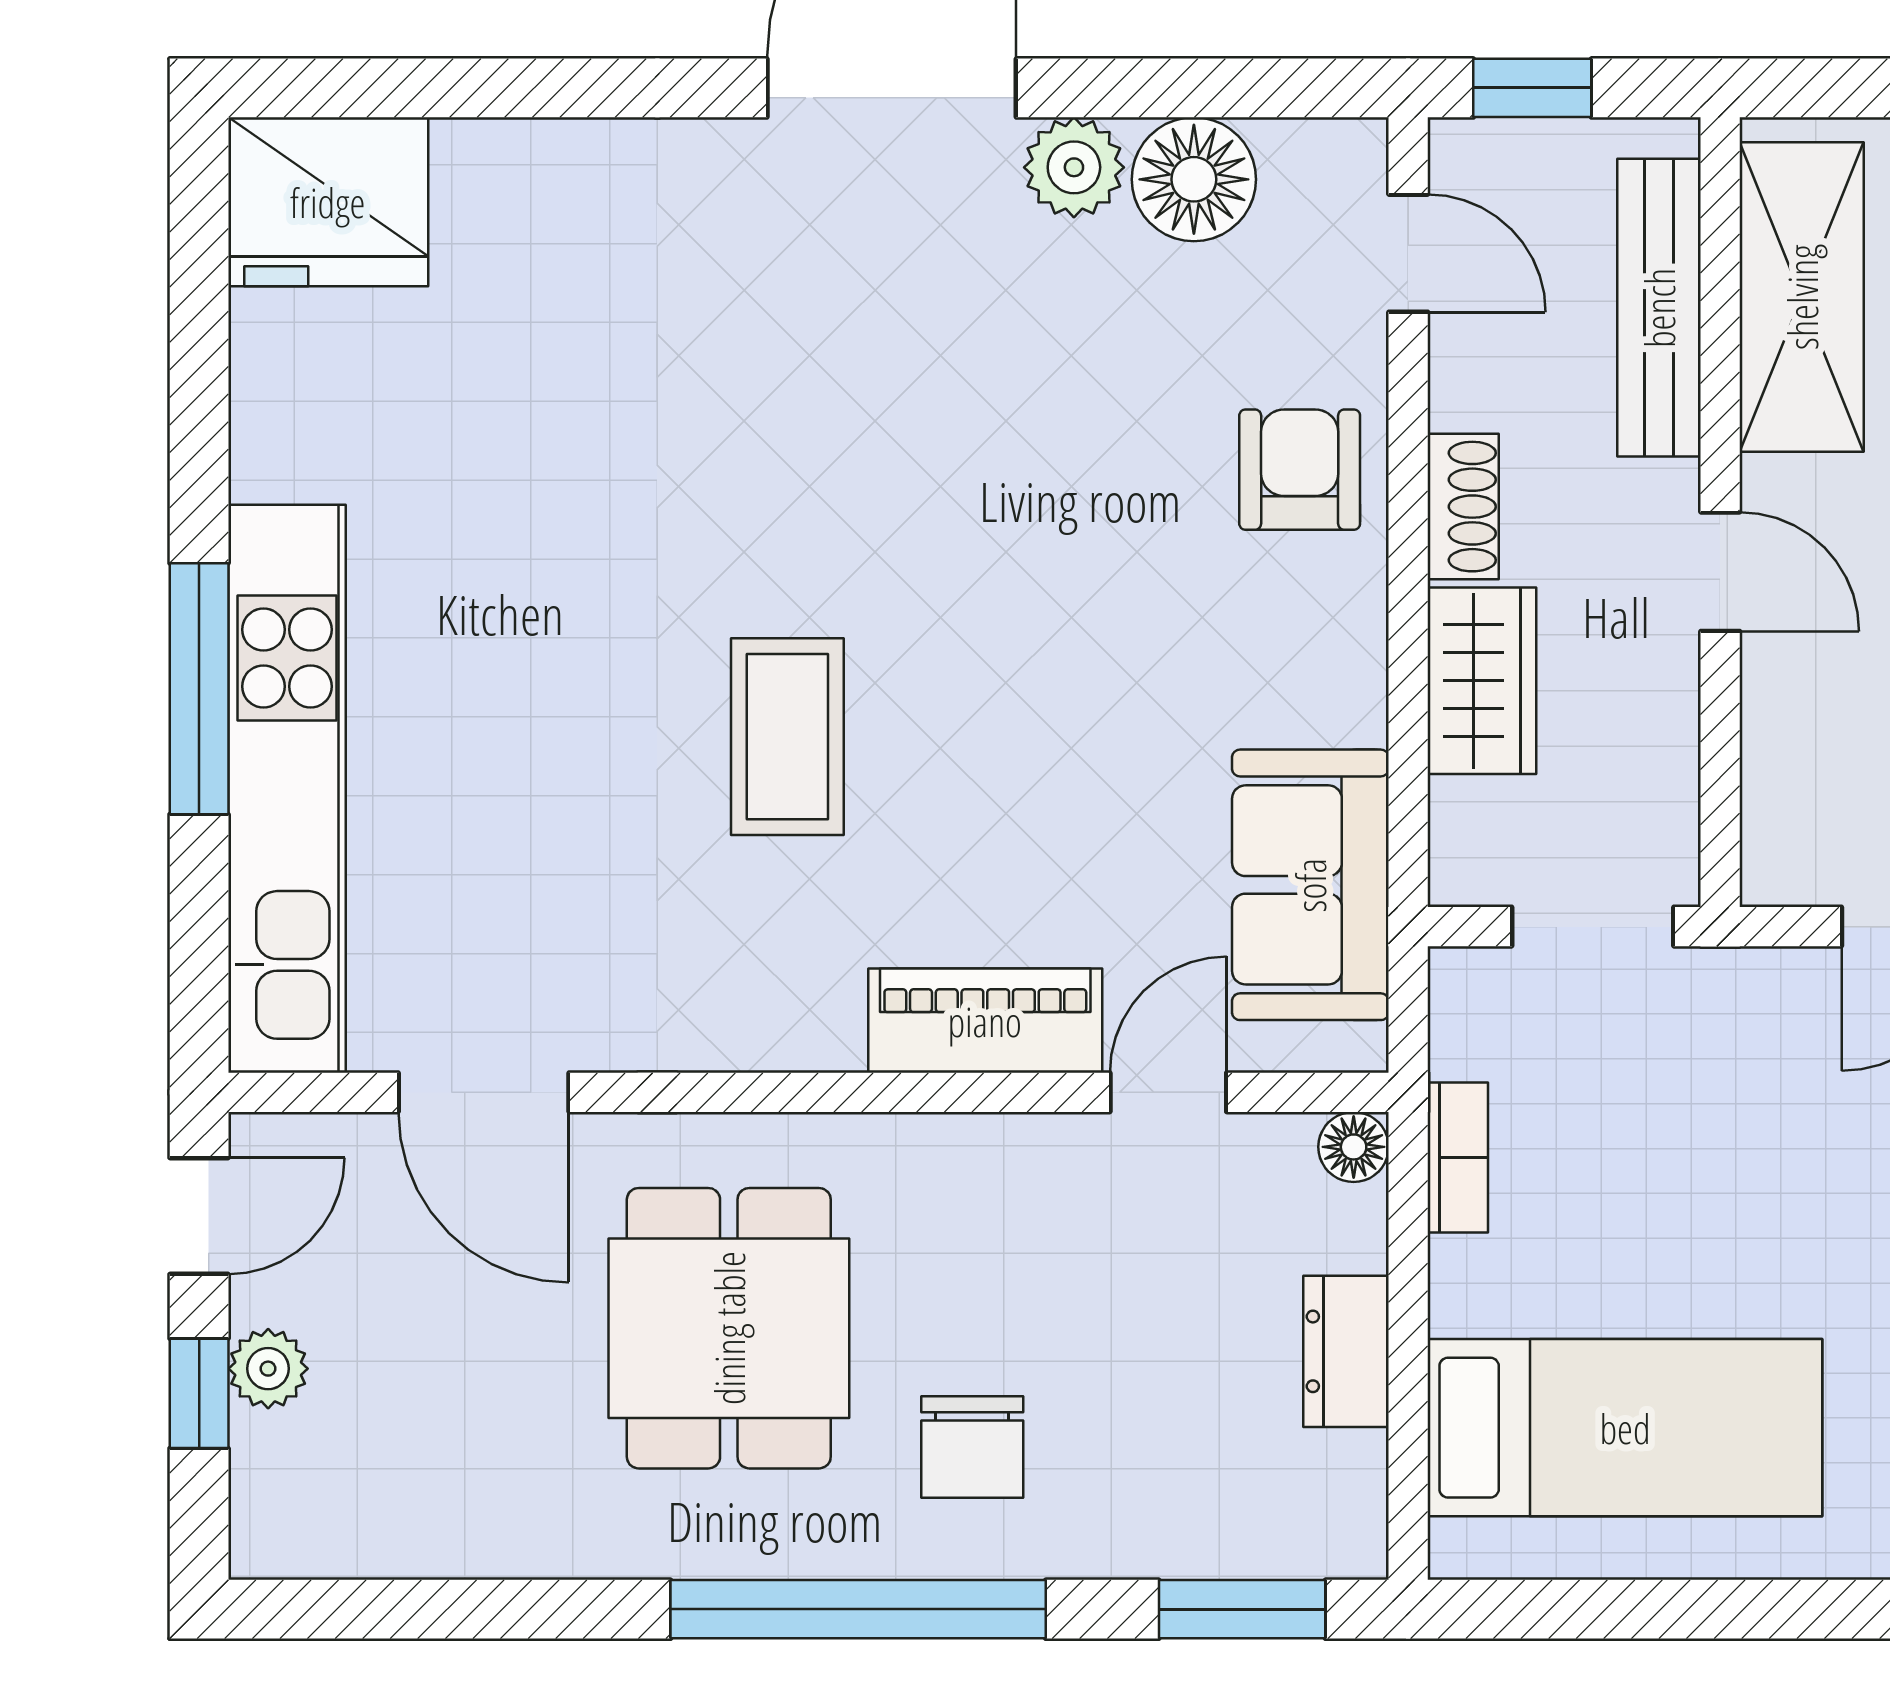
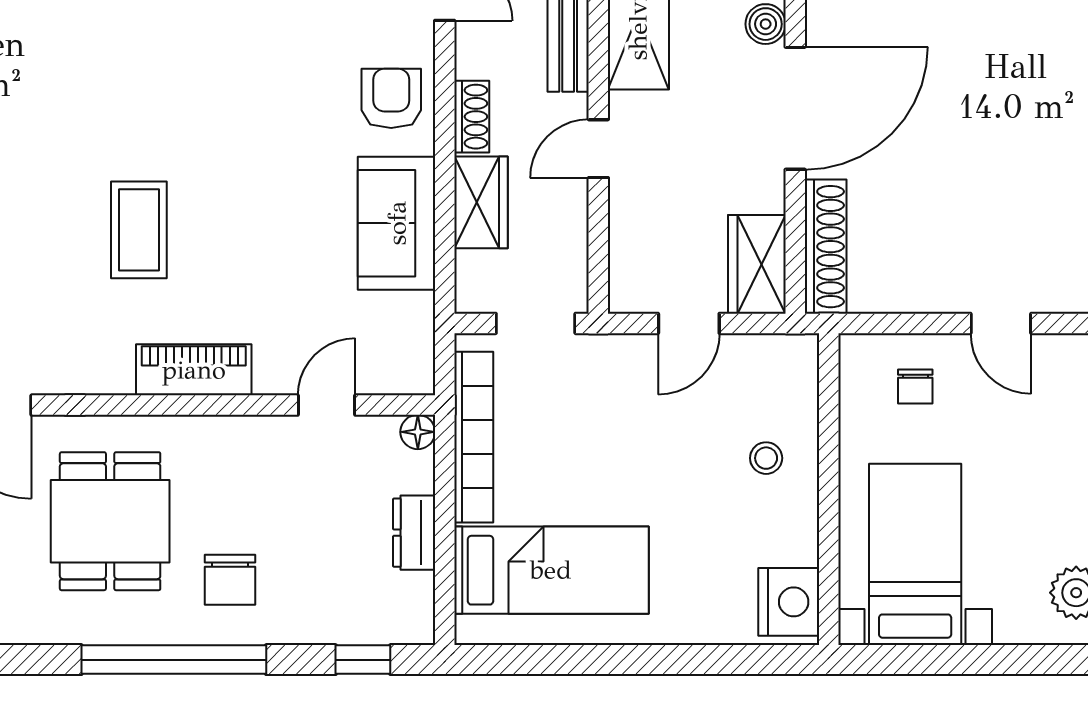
door: (1720, 572) -> (598, 149), swing flipped
sofa: (1310, 885) -> (397, 223), moved
piano: (985, 1021) -> (194, 370), moved
bookcase: (1458, 1157) -> (474, 437), width x2.31, depth x1.31
window: (1242, 1609) -> (363, 660), width x0.67

